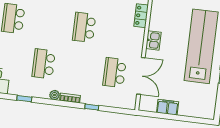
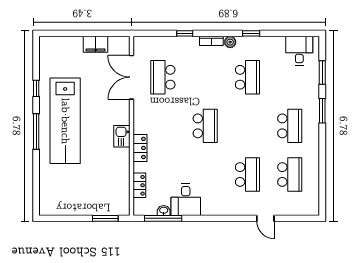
kitchen sink: (153, 40) -> (122, 136), moved
school desk: (115, 73) -> (163, 77), turned 180
window: (24, 99) -> (251, 33), moved

